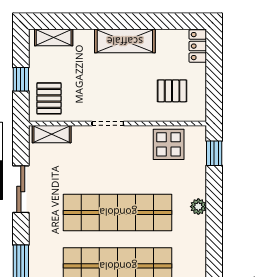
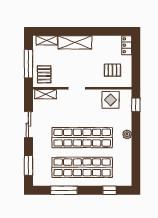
shelving: (125, 41) -> (75, 42), moved
window: (21, 79) -> (28, 64), width x2.17

